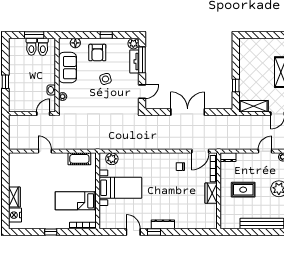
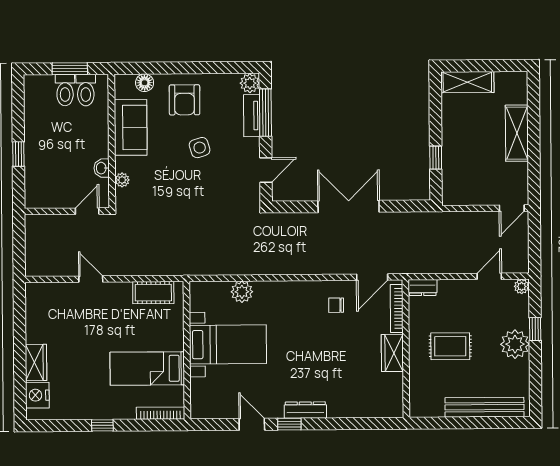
window: (106, 35) -> (200, 68), removed
shelving: (254, 106) -> (467, 82), moved
plant: (112, 159) -> (242, 292), moved

